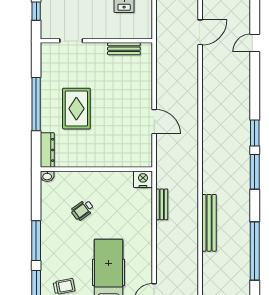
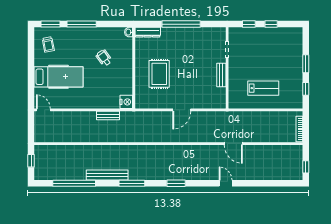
bench: (124, 49) -> (221, 75), moved
rug: (76, 109) -> (159, 74), moved, turned 90
door: (154, 122) -> (182, 110), moved
window: (255, 133) -> (176, 183), moved
bench: (209, 223) -> (107, 175), moved

